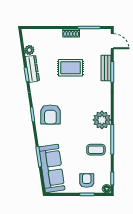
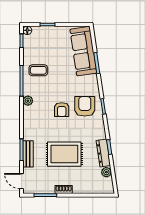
rug: (70, 68) -> (64, 154), width x1.36, depth x1.43
plant: (102, 120) -> (28, 101), width x0.53, depth x0.53
armchair: (87, 181) -> (62, 110), moved

